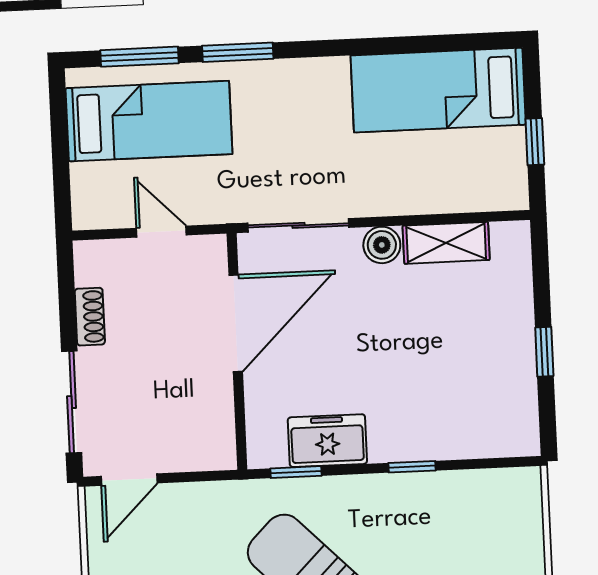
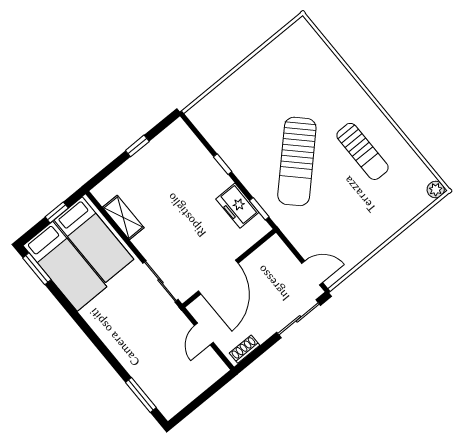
window: (238, 52) -> (37, 269), moved
bed: (149, 121) -> (94, 240), moved, turned 180
boiler: (382, 245) -> (143, 242), removed
shoe rack: (90, 317) -> (245, 349), moved
door: (236, 323) -> (218, 277), swing flipped

